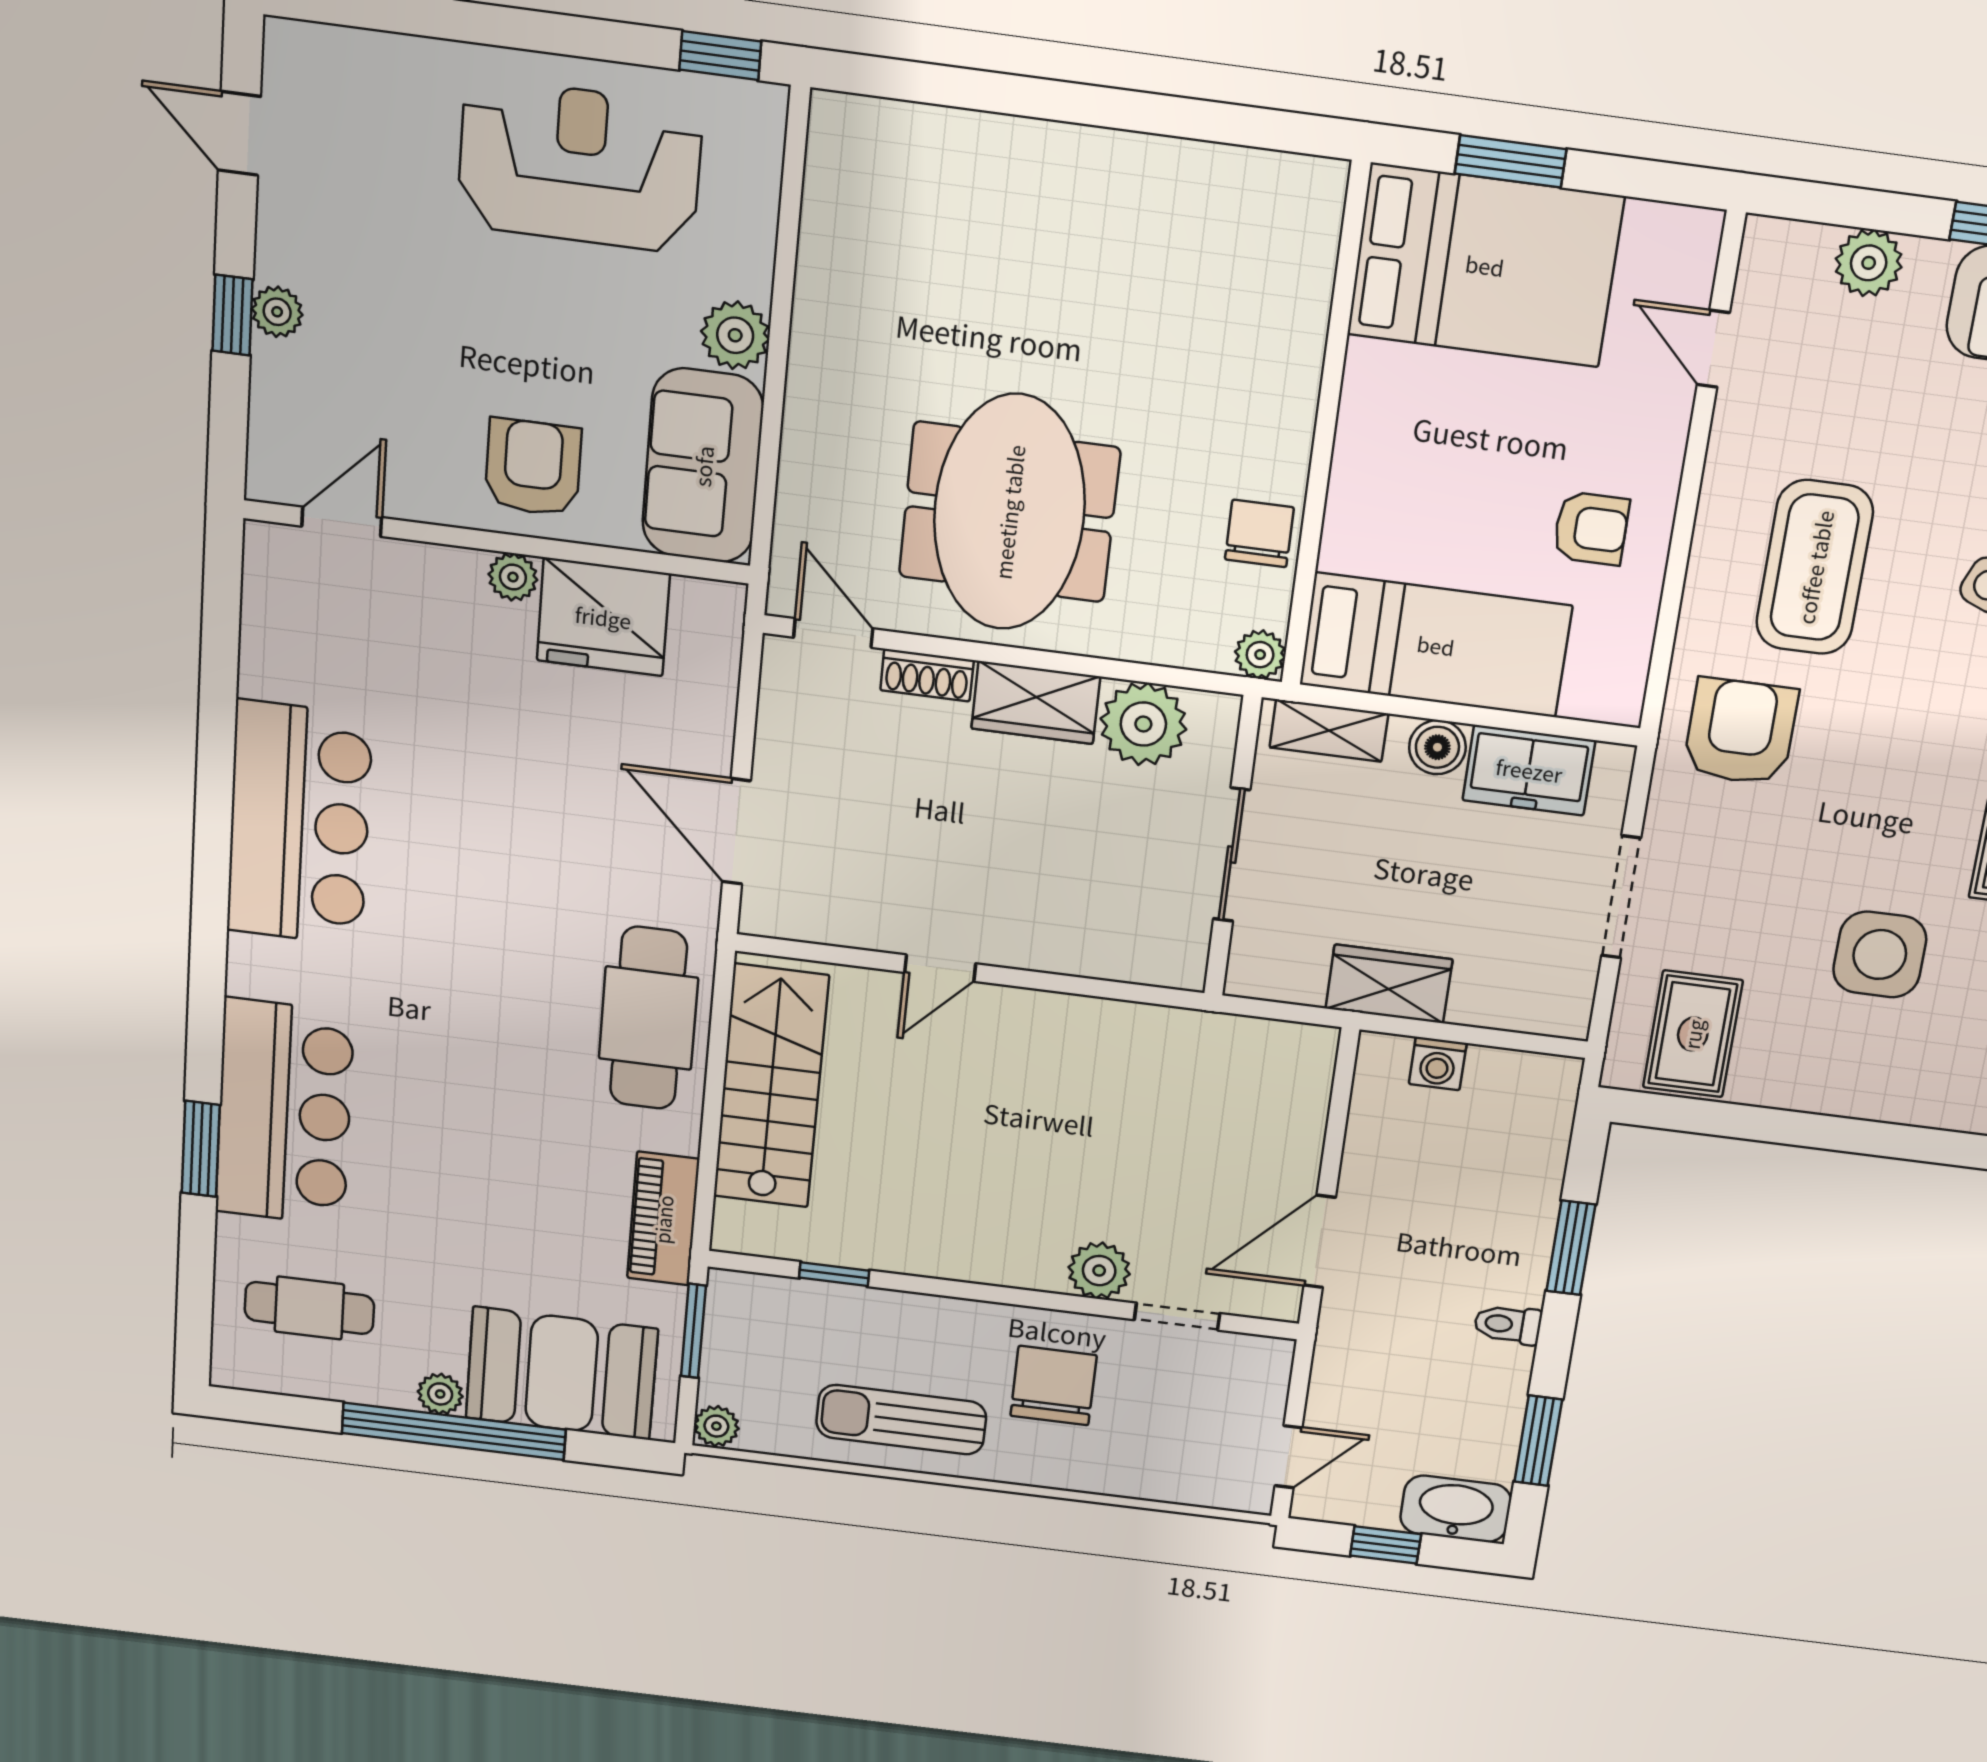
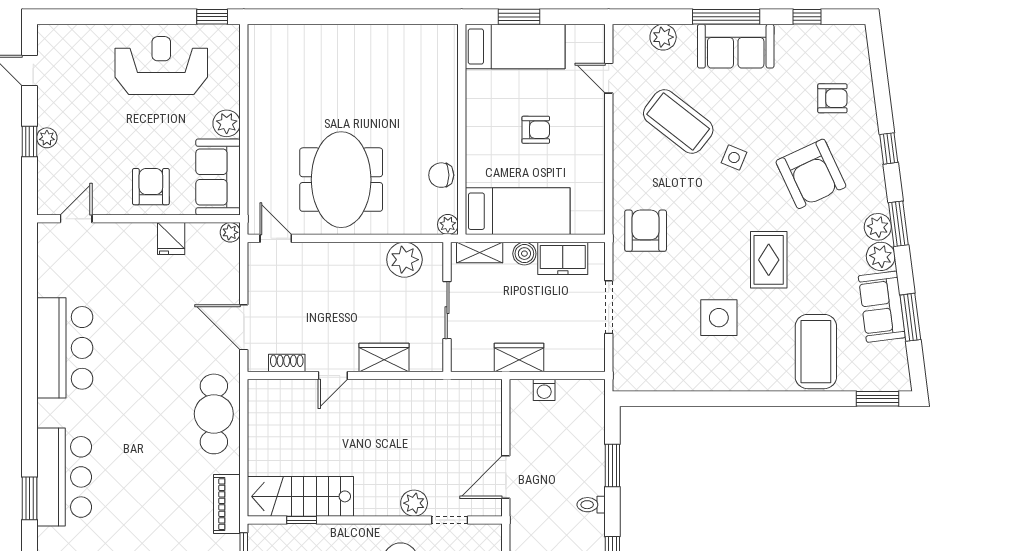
bed: (1485, 265) -> (515, 47), width x0.67
armchair: (1591, 528) -> (536, 130), moved
chair: (1259, 533) -> (441, 175), turned -90
coffee table: (1815, 567) -> (678, 121), moved, turned -52
plant: (513, 577) -> (230, 232), moved
fridge: (603, 617) -> (171, 239), width x0.53, depth x0.75
shoe rack: (927, 675) -> (287, 363), moved, turned 180
wardrobe: (1036, 703) -> (384, 357), moved, turned 180
rug: (1693, 1034) -> (648, 363), removed
stairs: (771, 1086) -> (300, 496), moved, turned -90

